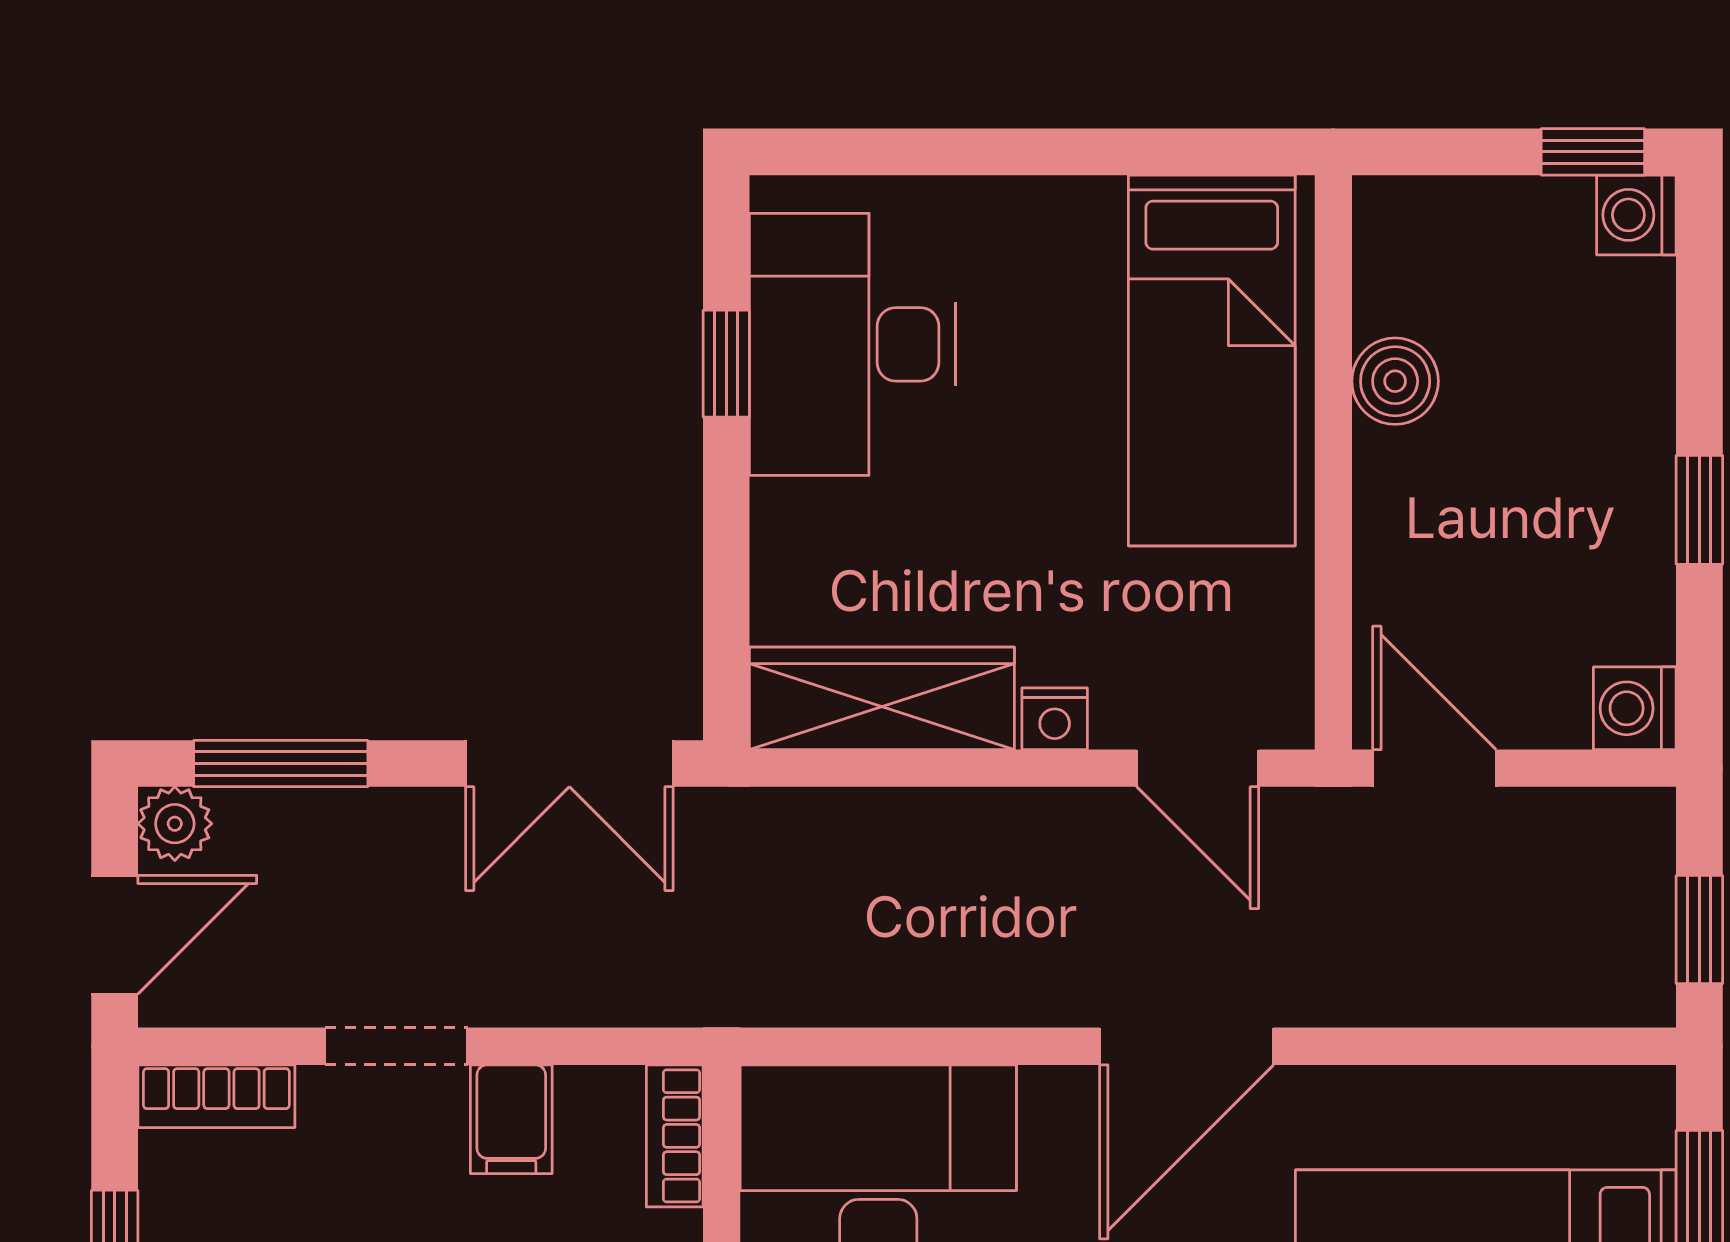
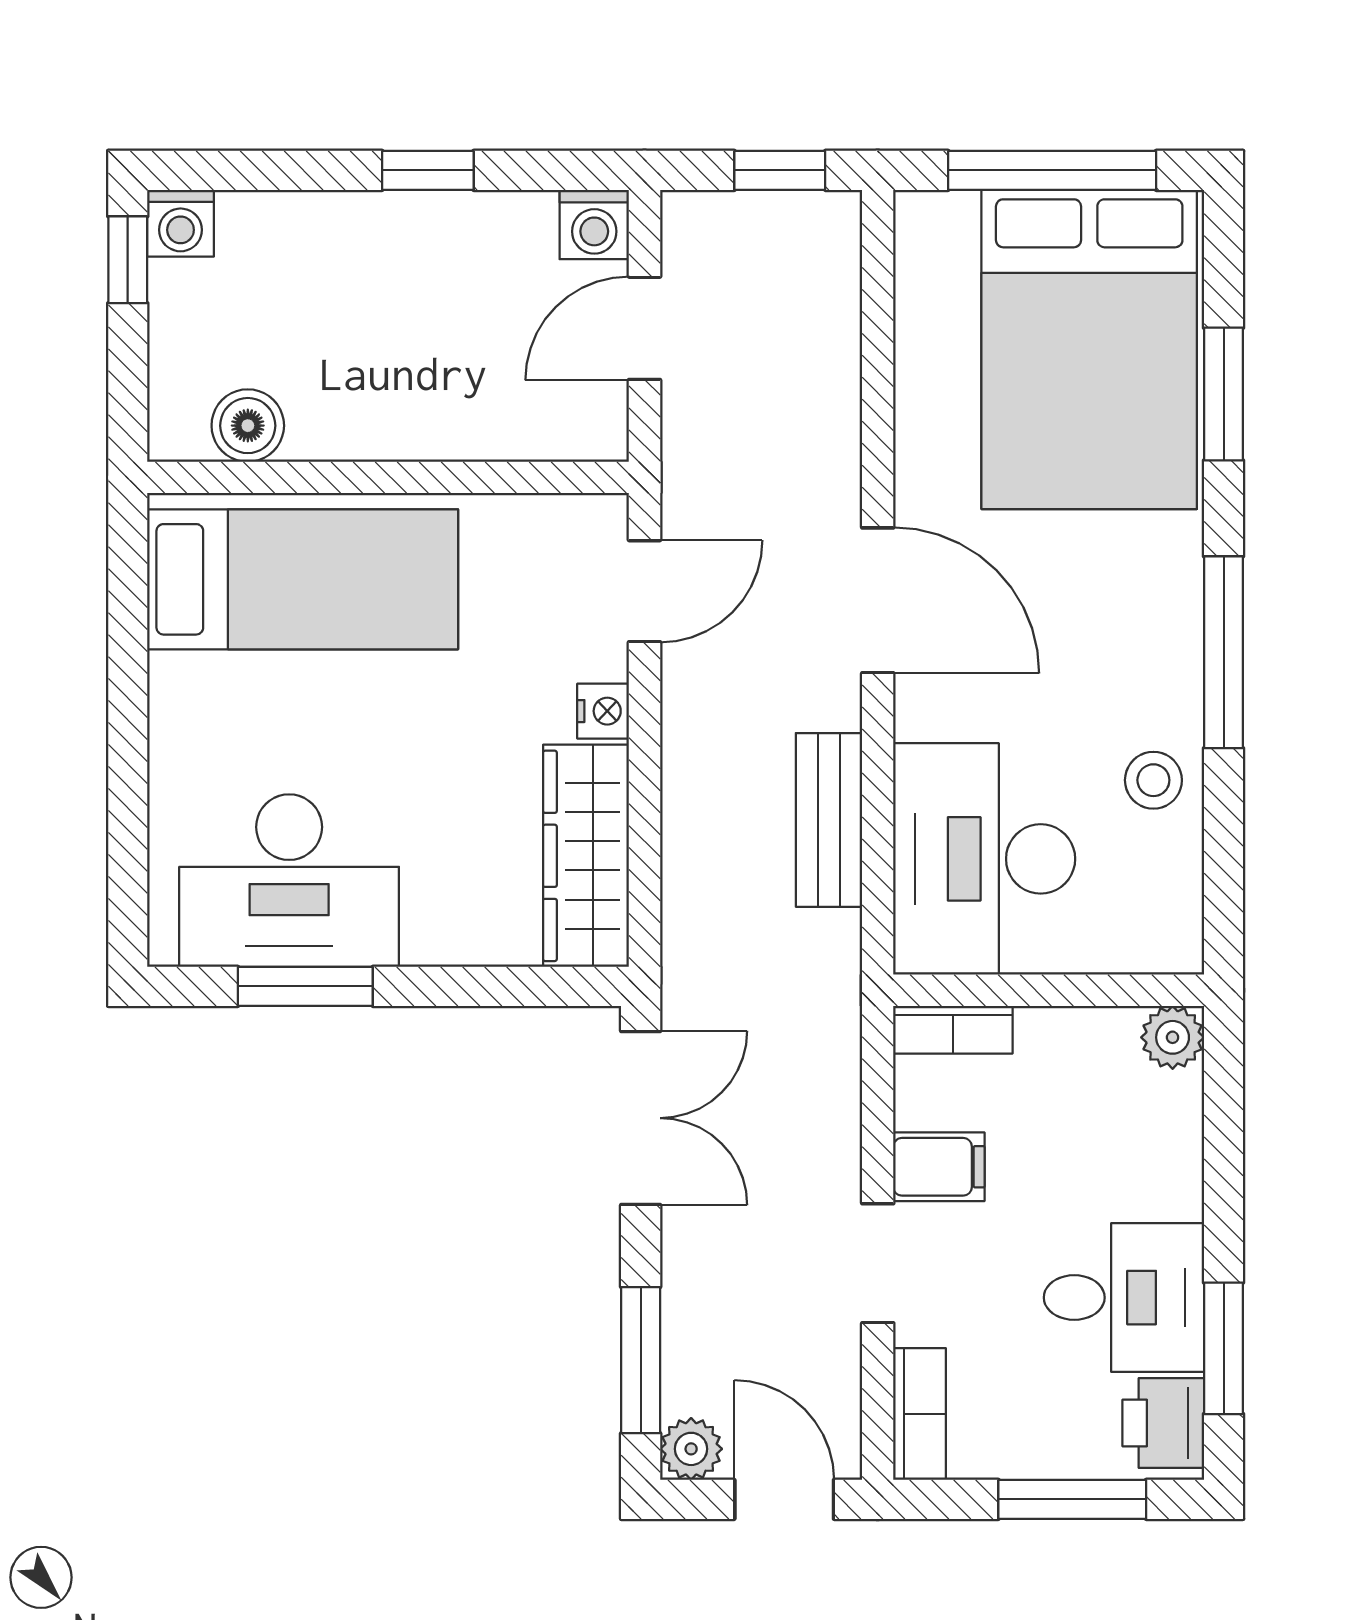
window: (726, 364) -> (305, 986), width x1.50
boiler: (1395, 381) -> (248, 426), moved
door: (1434, 768) -> (645, 328), moved
bench: (925, 988) -> (829, 820), added

